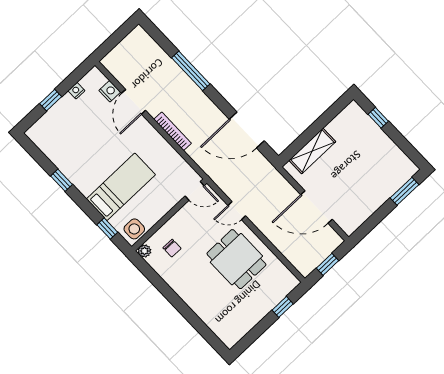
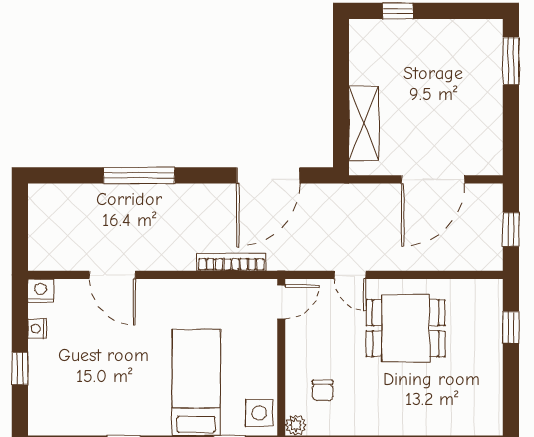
nightstand: (110, 91) -> (41, 291), moved
bookcase: (173, 131) -> (231, 262), moved
door: (237, 211) -> (350, 275), hinge flipped
chair: (172, 248) -> (323, 390), turned 90

